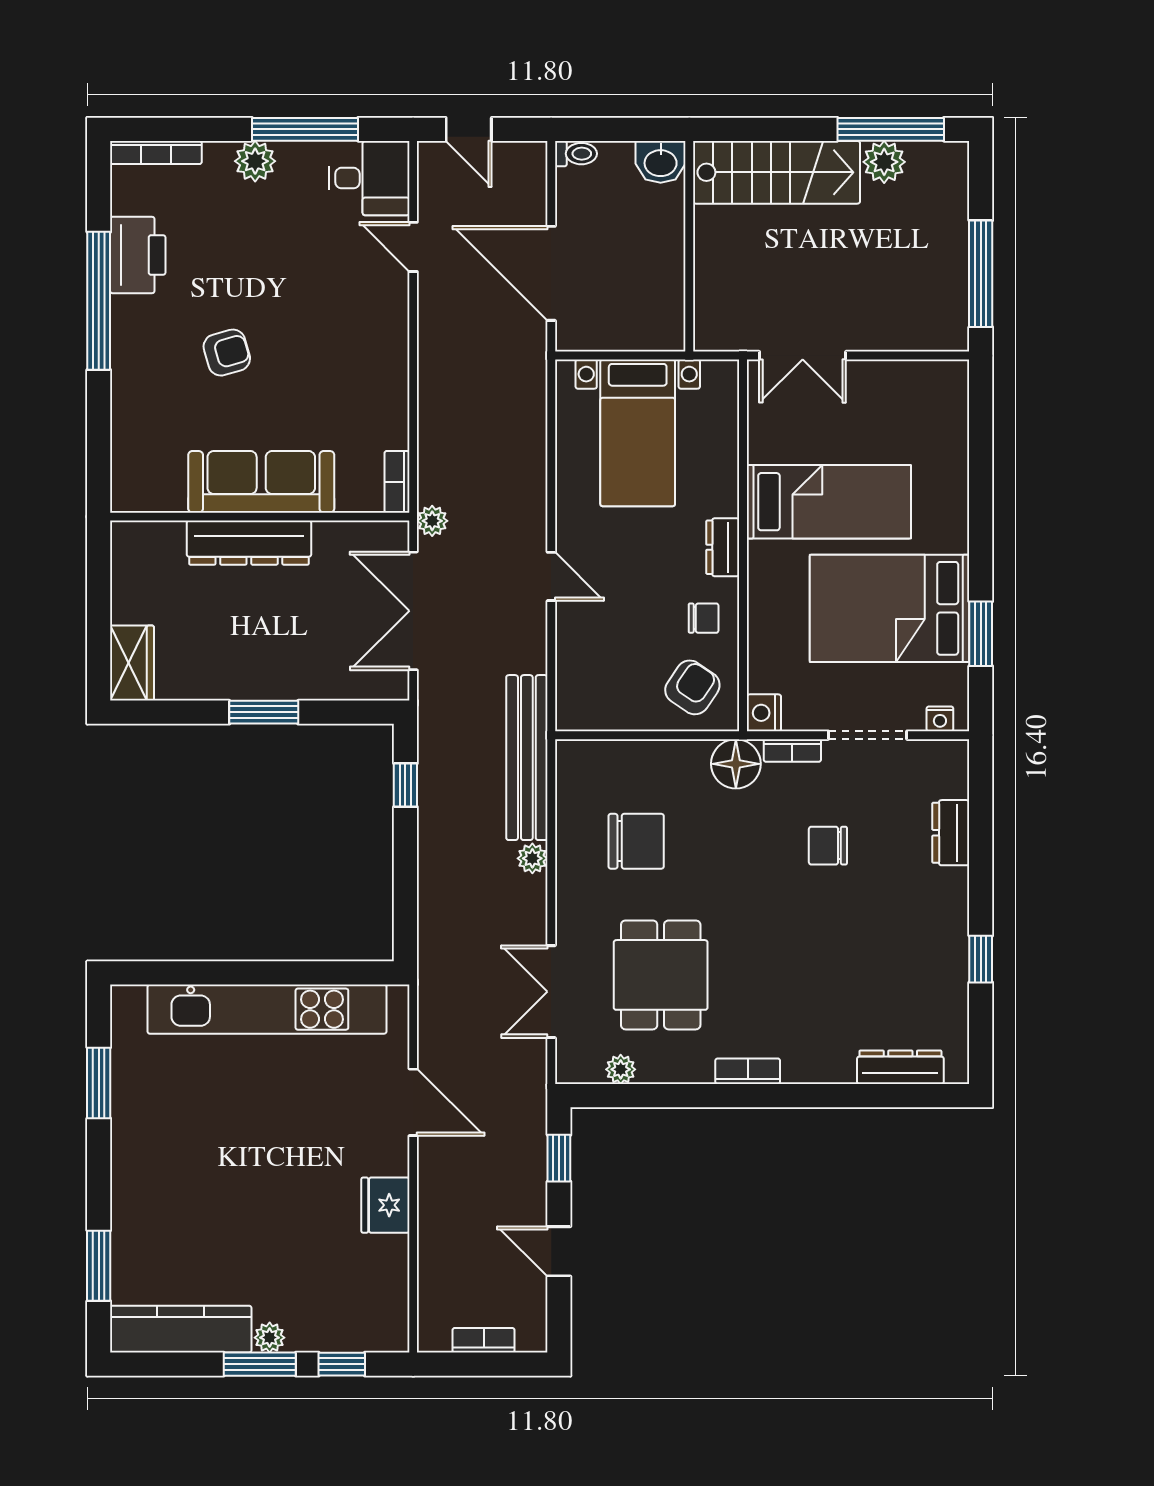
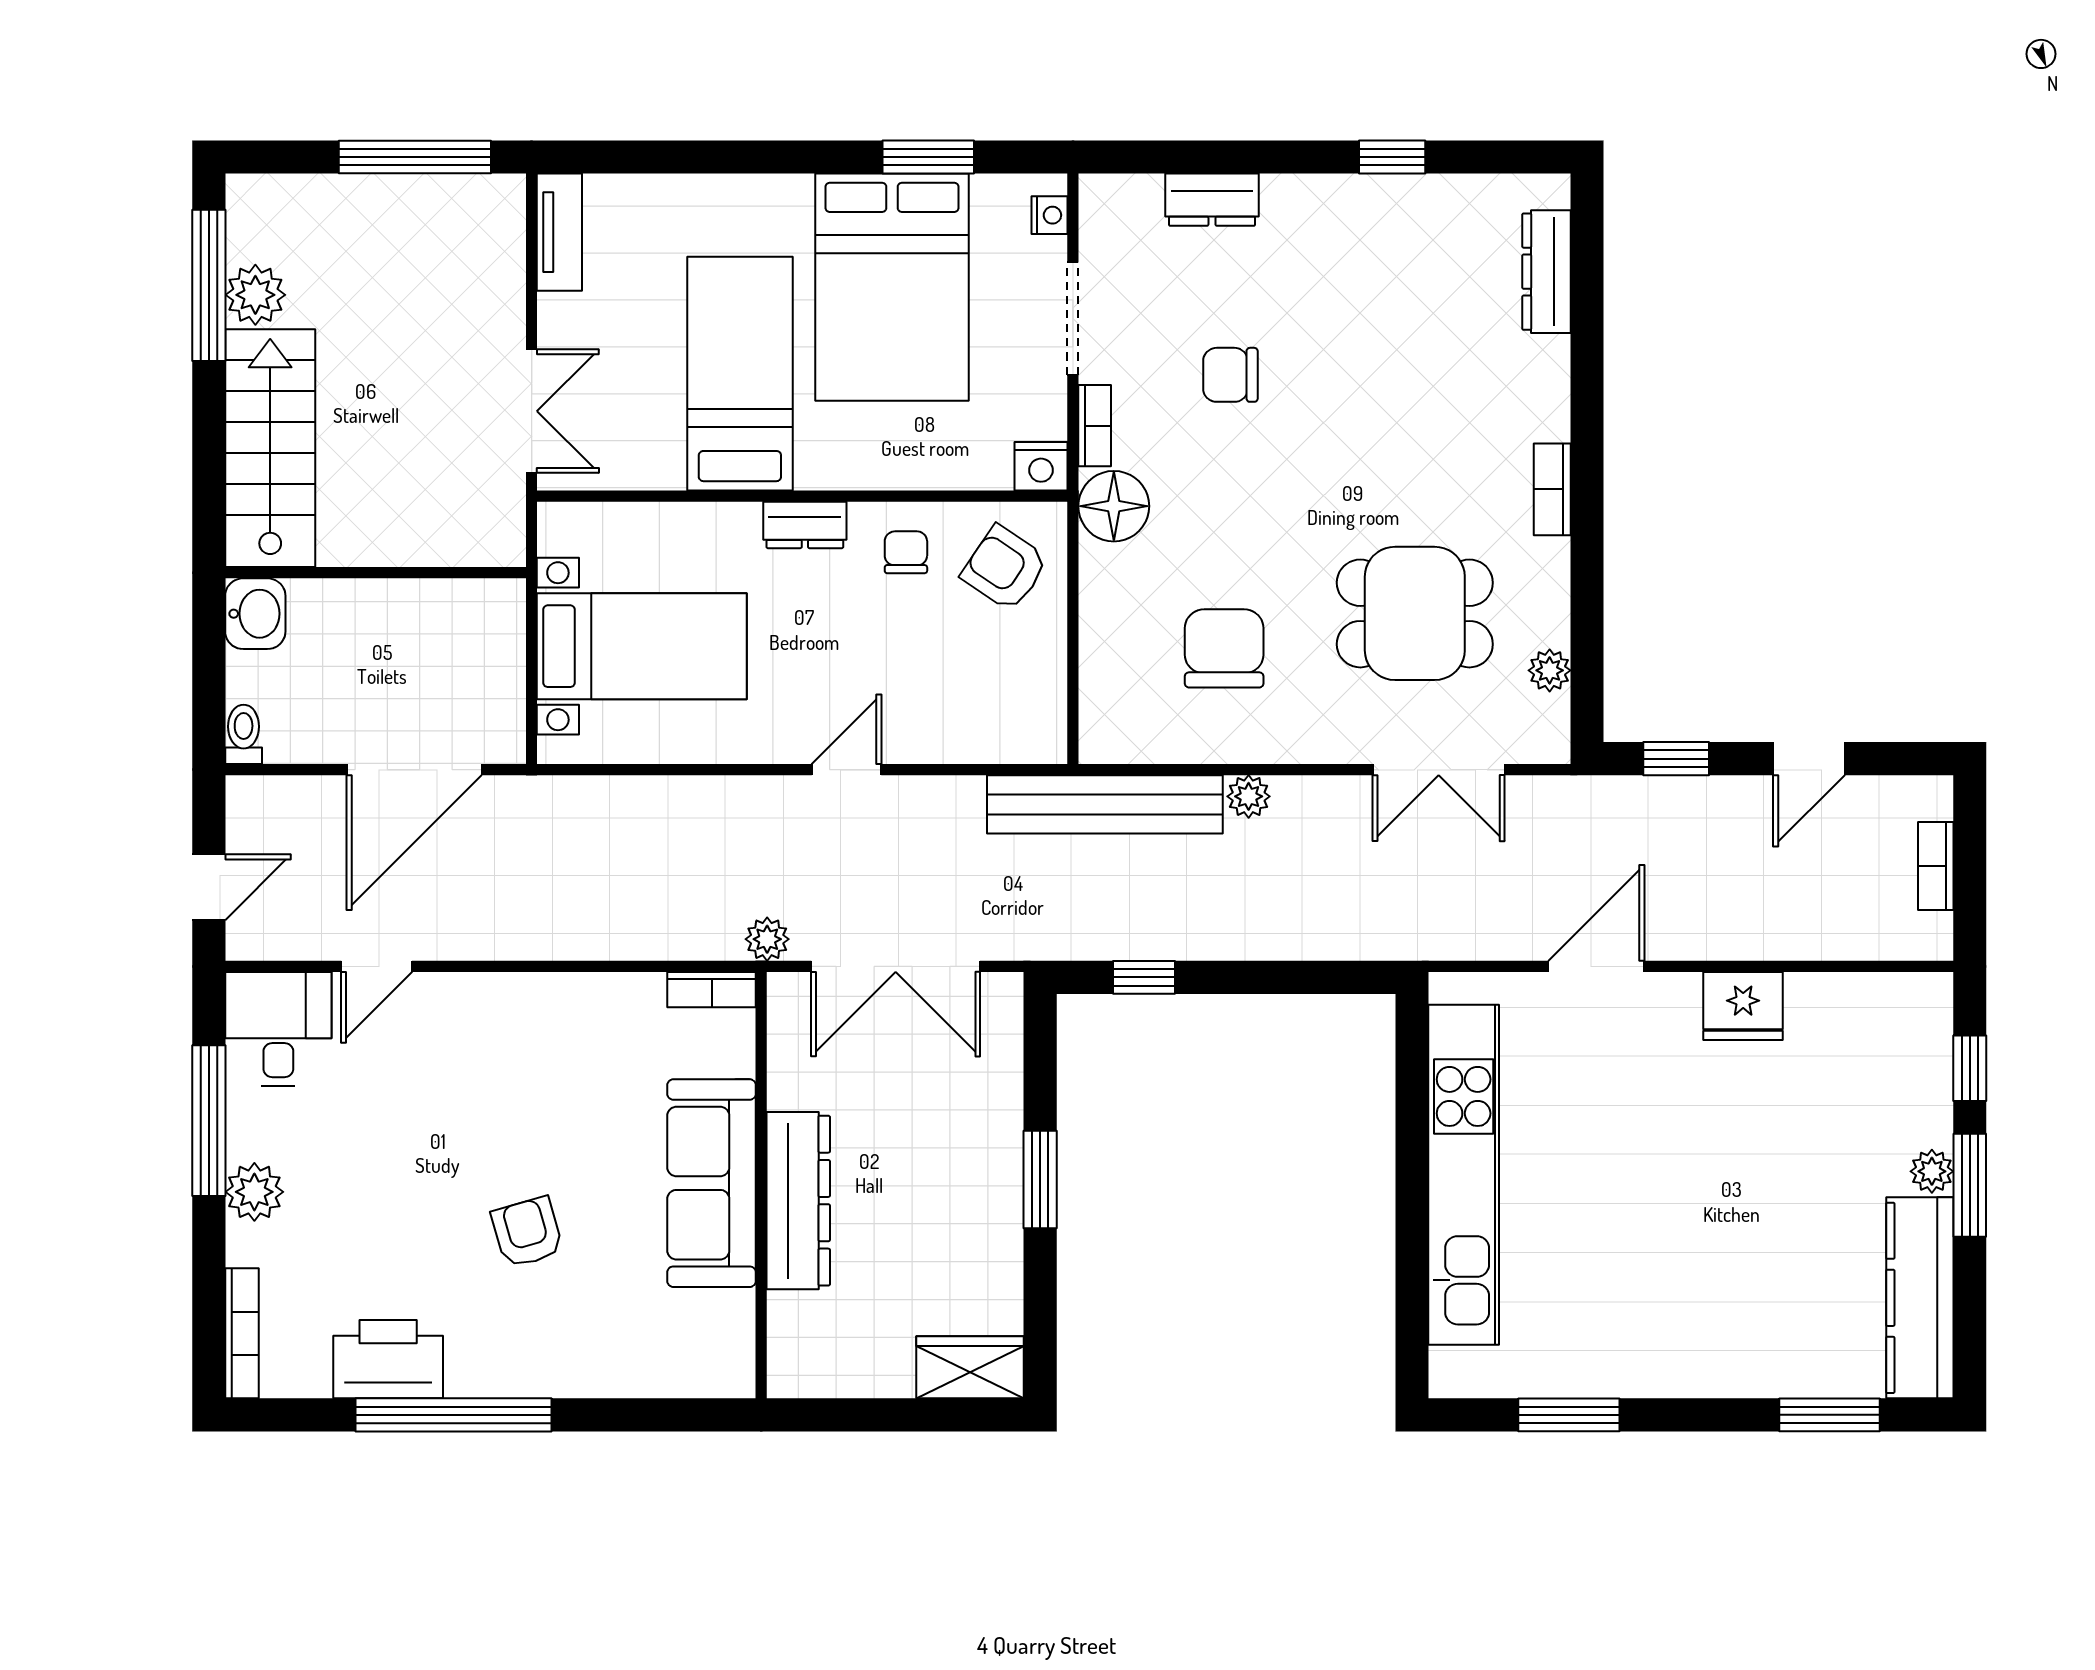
tv unit: (928, 375) -> (559, 232), added
chair: (828, 846) -> (1230, 375), turned 90

